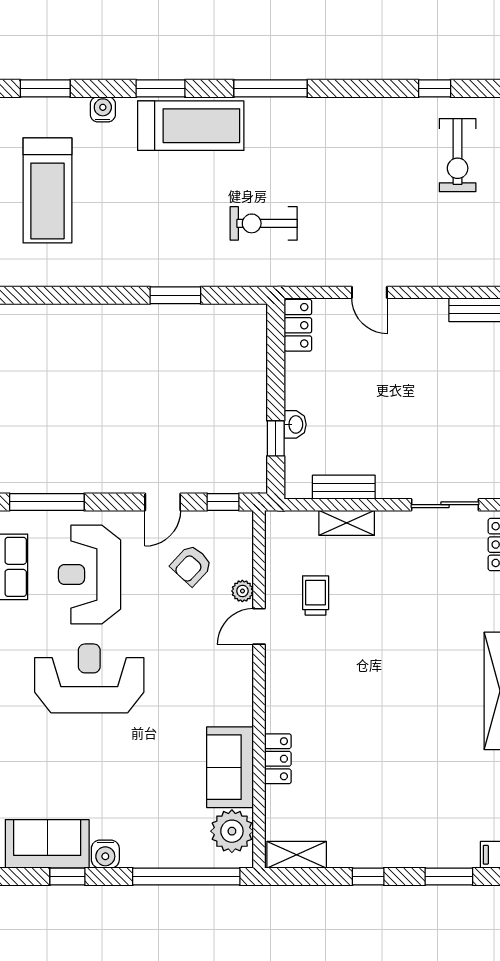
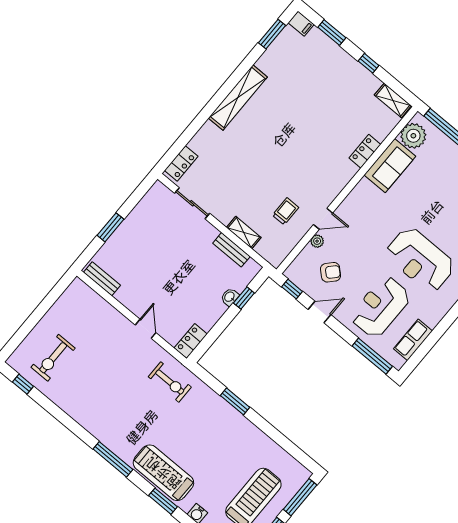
window: (435, 88) -> (23, 384), moved
exercise bike: (458, 155) -> (53, 358), turned 180
exercise bike: (264, 223) -> (170, 382), moved
reception desk: (90, 575) -> (380, 307), turned 180
trolley: (316, 595) -> (285, 211), turned 180

